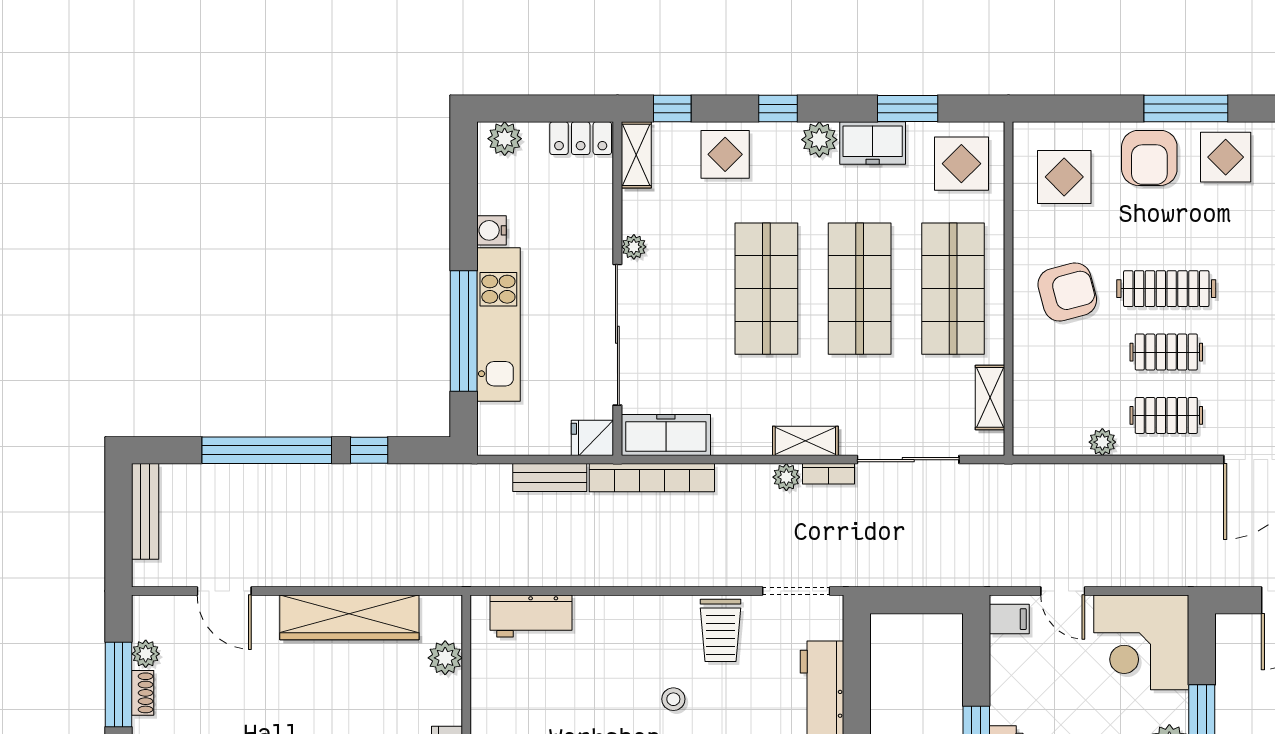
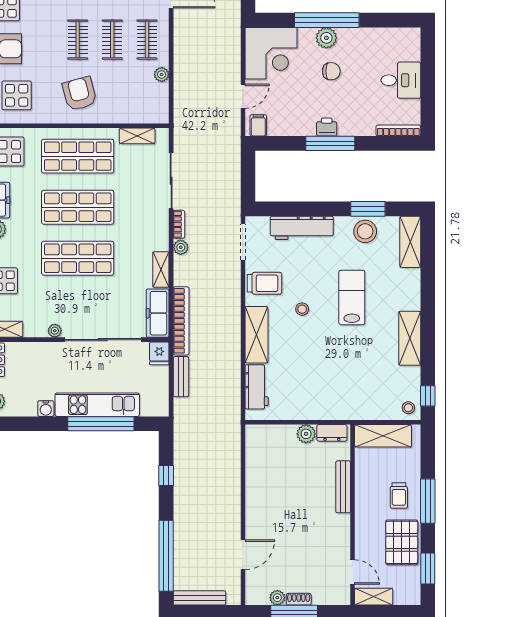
clothes rail: (1166, 289) -> (78, 40), width x0.73
shelving: (805, 441) -> (161, 269), moved
window: (267, 450) -> (166, 556), moved
shelving: (626, 616) -> (256, 335), added
wardrobe: (349, 617) -> (257, 486), removed
plant: (445, 658) -> (306, 434), moved

